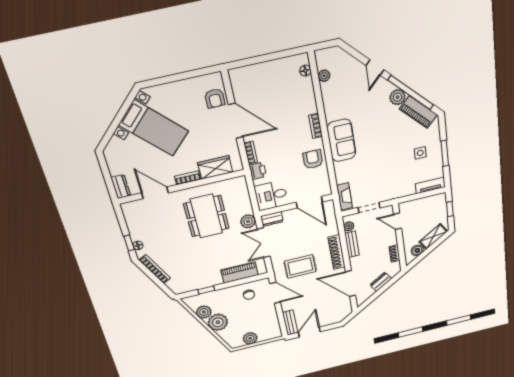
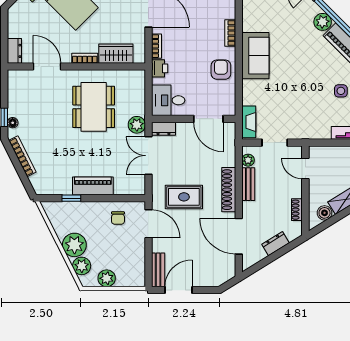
piano: (240, 272) -> (93, 186), moved
plant: (204, 312) -> (82, 266), moved

